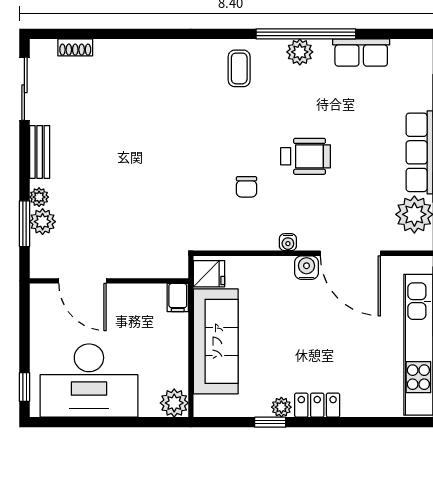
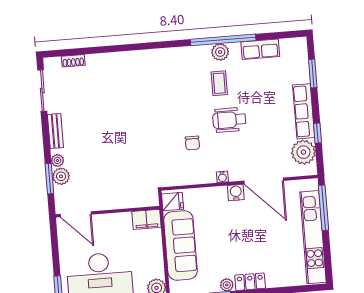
coffee table: (239, 68) -> (219, 83), moved
wheelchair: (306, 156) -> (229, 120), turned 180
door: (83, 281) -> (76, 214), moved
filing cabinet: (178, 298) -> (146, 219), width x2.00

